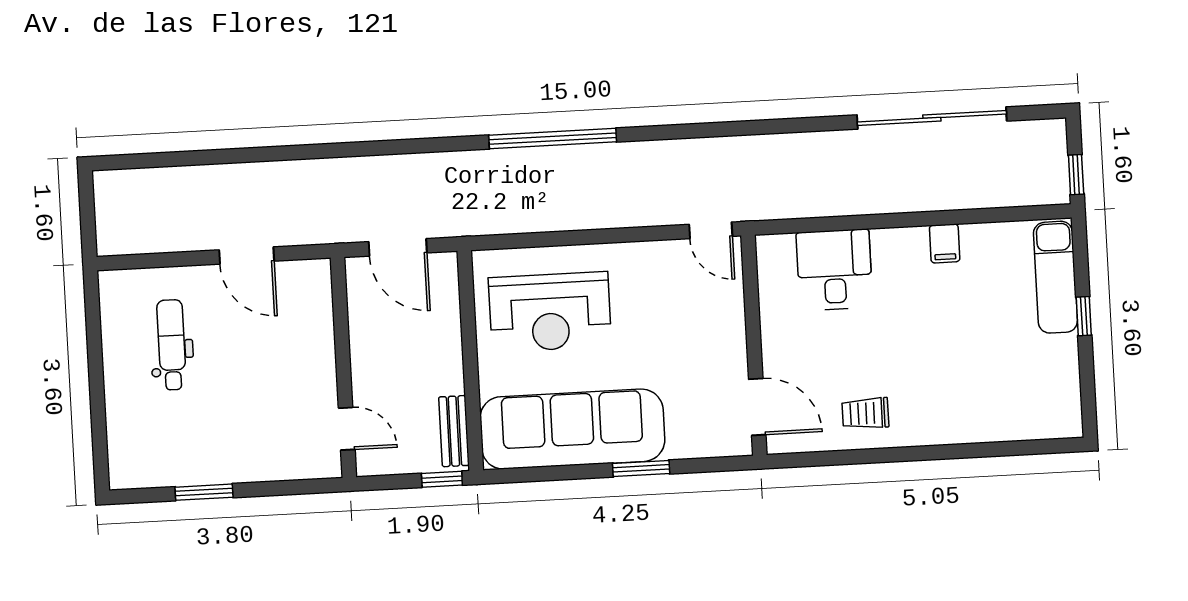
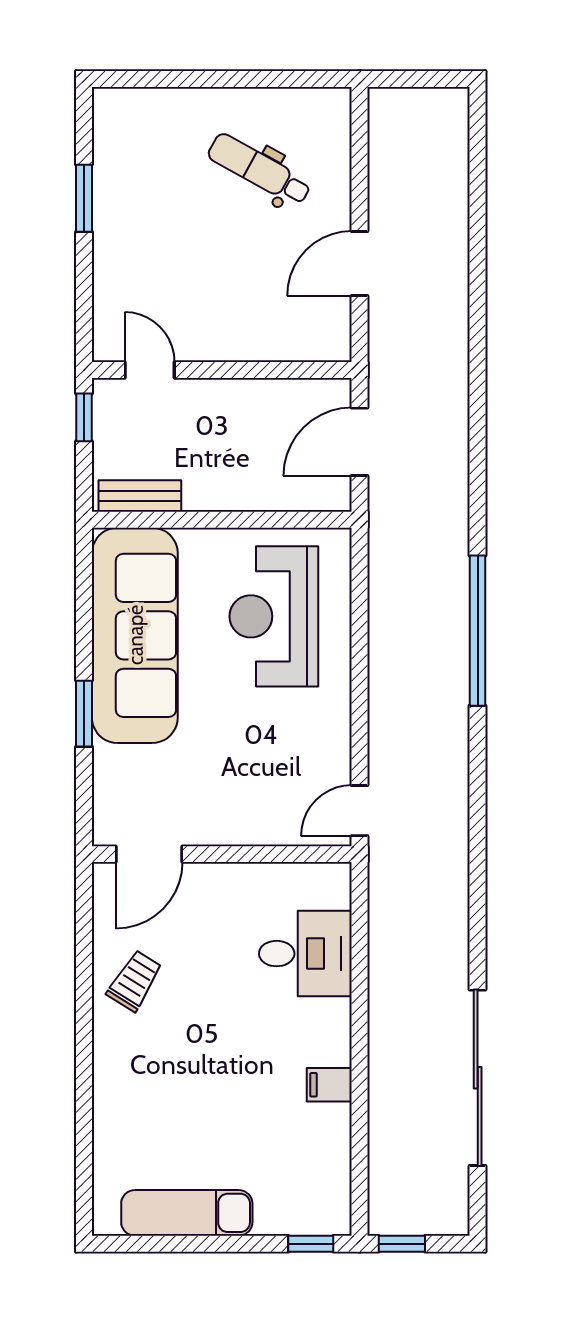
exam couch: (1055, 277) -> (187, 1213), moved
window: (1084, 316) -> (311, 1244), moved
dental chair: (172, 345) -> (259, 170), turned -151
trolley: (865, 413) -> (135, 981), turned 32
door: (347, 429) -> (150, 370), swing flipped
window: (442, 479) -> (84, 417), moved

